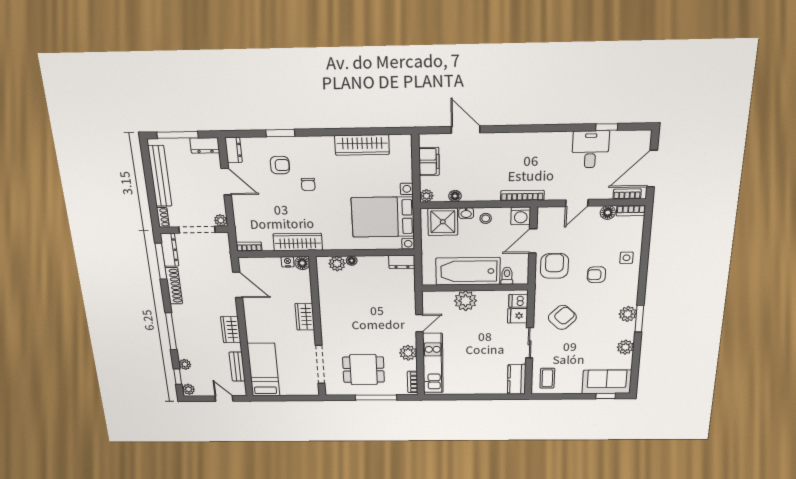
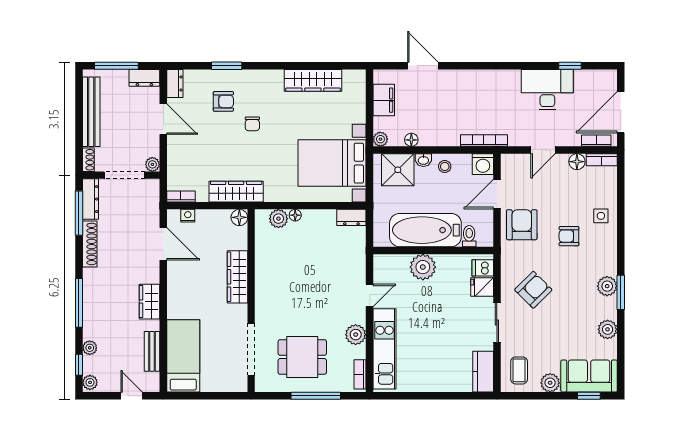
desk: (590, 149) -> (547, 90), width x1.37
nightstand: (288, 262) -> (188, 216), moved
wardrobe: (305, 317) -> (237, 277), width x1.50
plant: (573, 387) -> (550, 383), added

